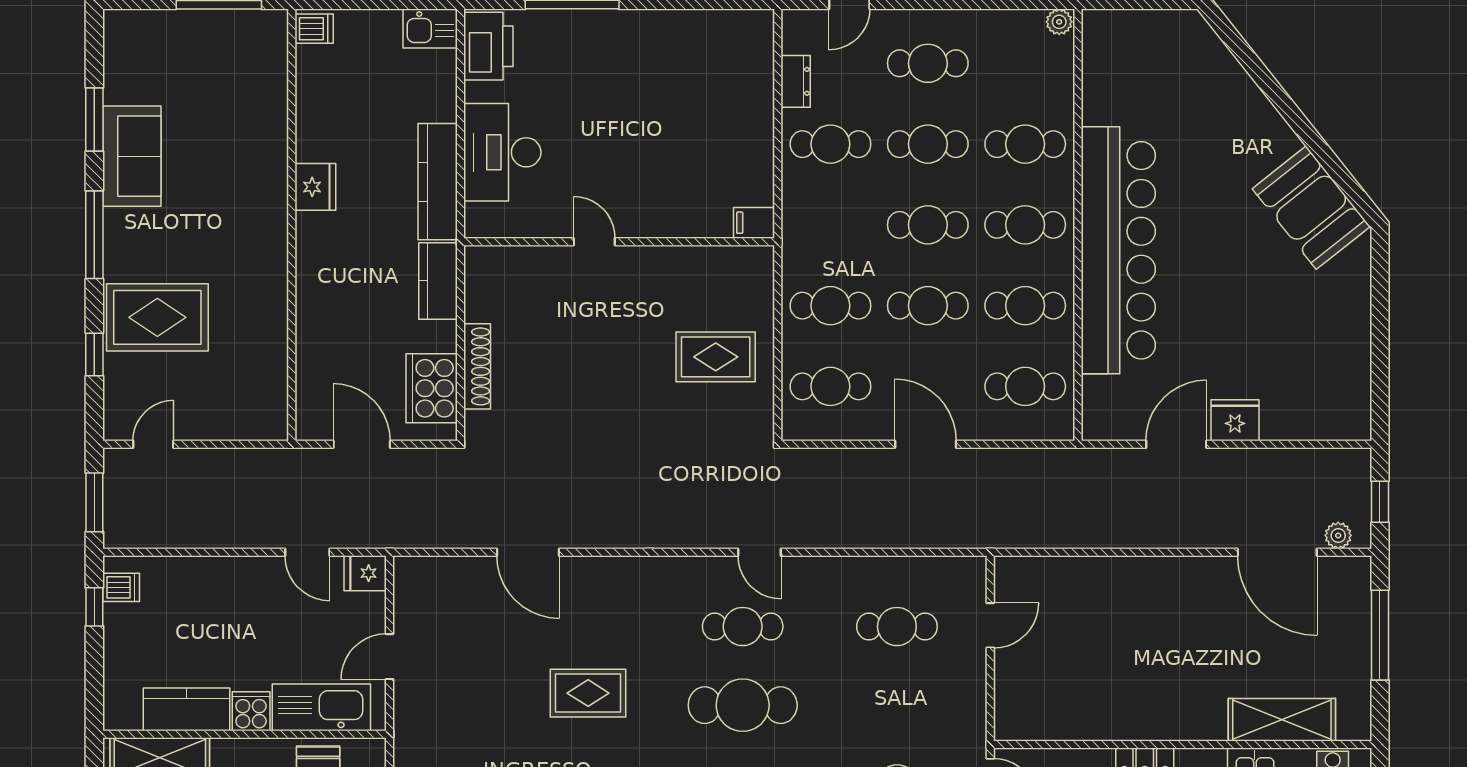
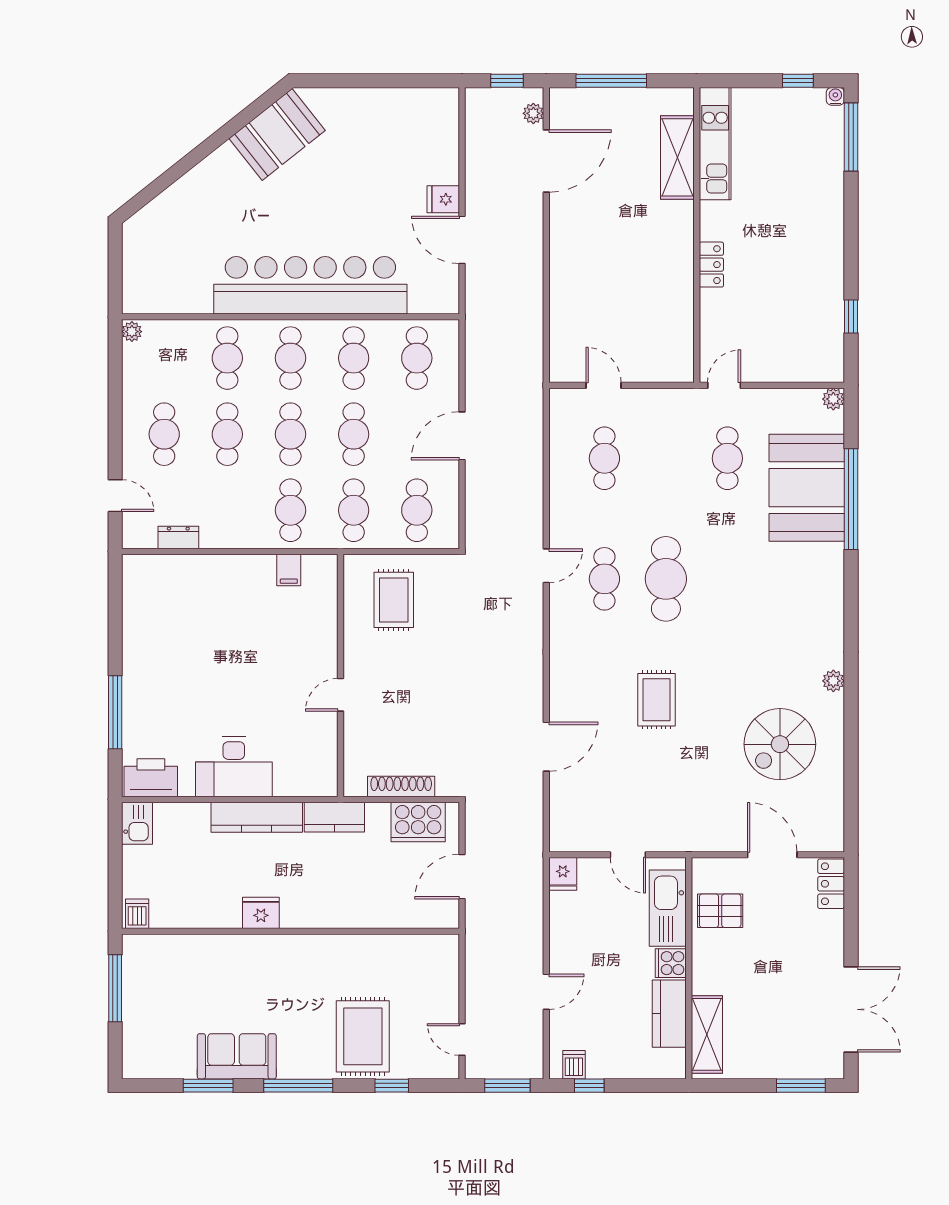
cafe table: (830, 144) -> (290, 510), moved
door: (594, 242) -> (341, 695), moved
wall: (619, 242) -> (341, 675), moved
fridge: (1235, 420) -> (443, 199), width x0.72
door: (307, 552) -> (546, 992), moved

